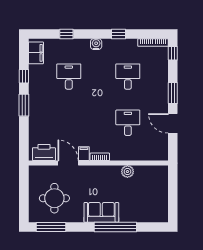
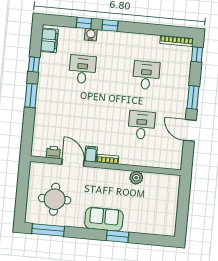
window: (118, 34) -> (110, 25), moved
water cooler: (96, 44) -> (91, 35), moved
printer: (44, 153) -> (53, 152), width x0.53, depth x0.68
window: (115, 227) -> (117, 236), width x0.47

